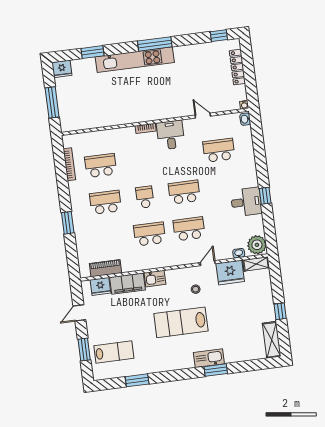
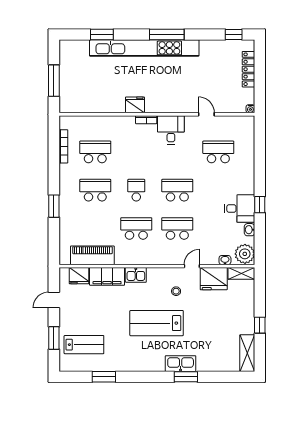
kitchen unit: (135, 60) -> (144, 48), width x1.36
fridge: (62, 69) -> (135, 105), moved, turned 180
washbasin: (245, 119) -> (249, 230), moved
piano: (106, 268) -> (92, 255), width x1.37, depth x1.33

